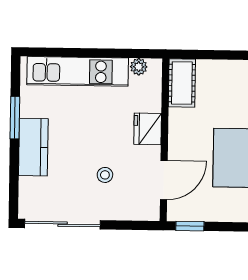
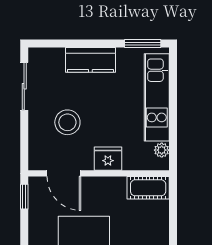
window: (15, 118) -> (143, 44), moved
stool: (105, 175) -> (67, 122), width x1.89, depth x1.89
sliding door: (63, 224) -> (24, 86), width x0.73

